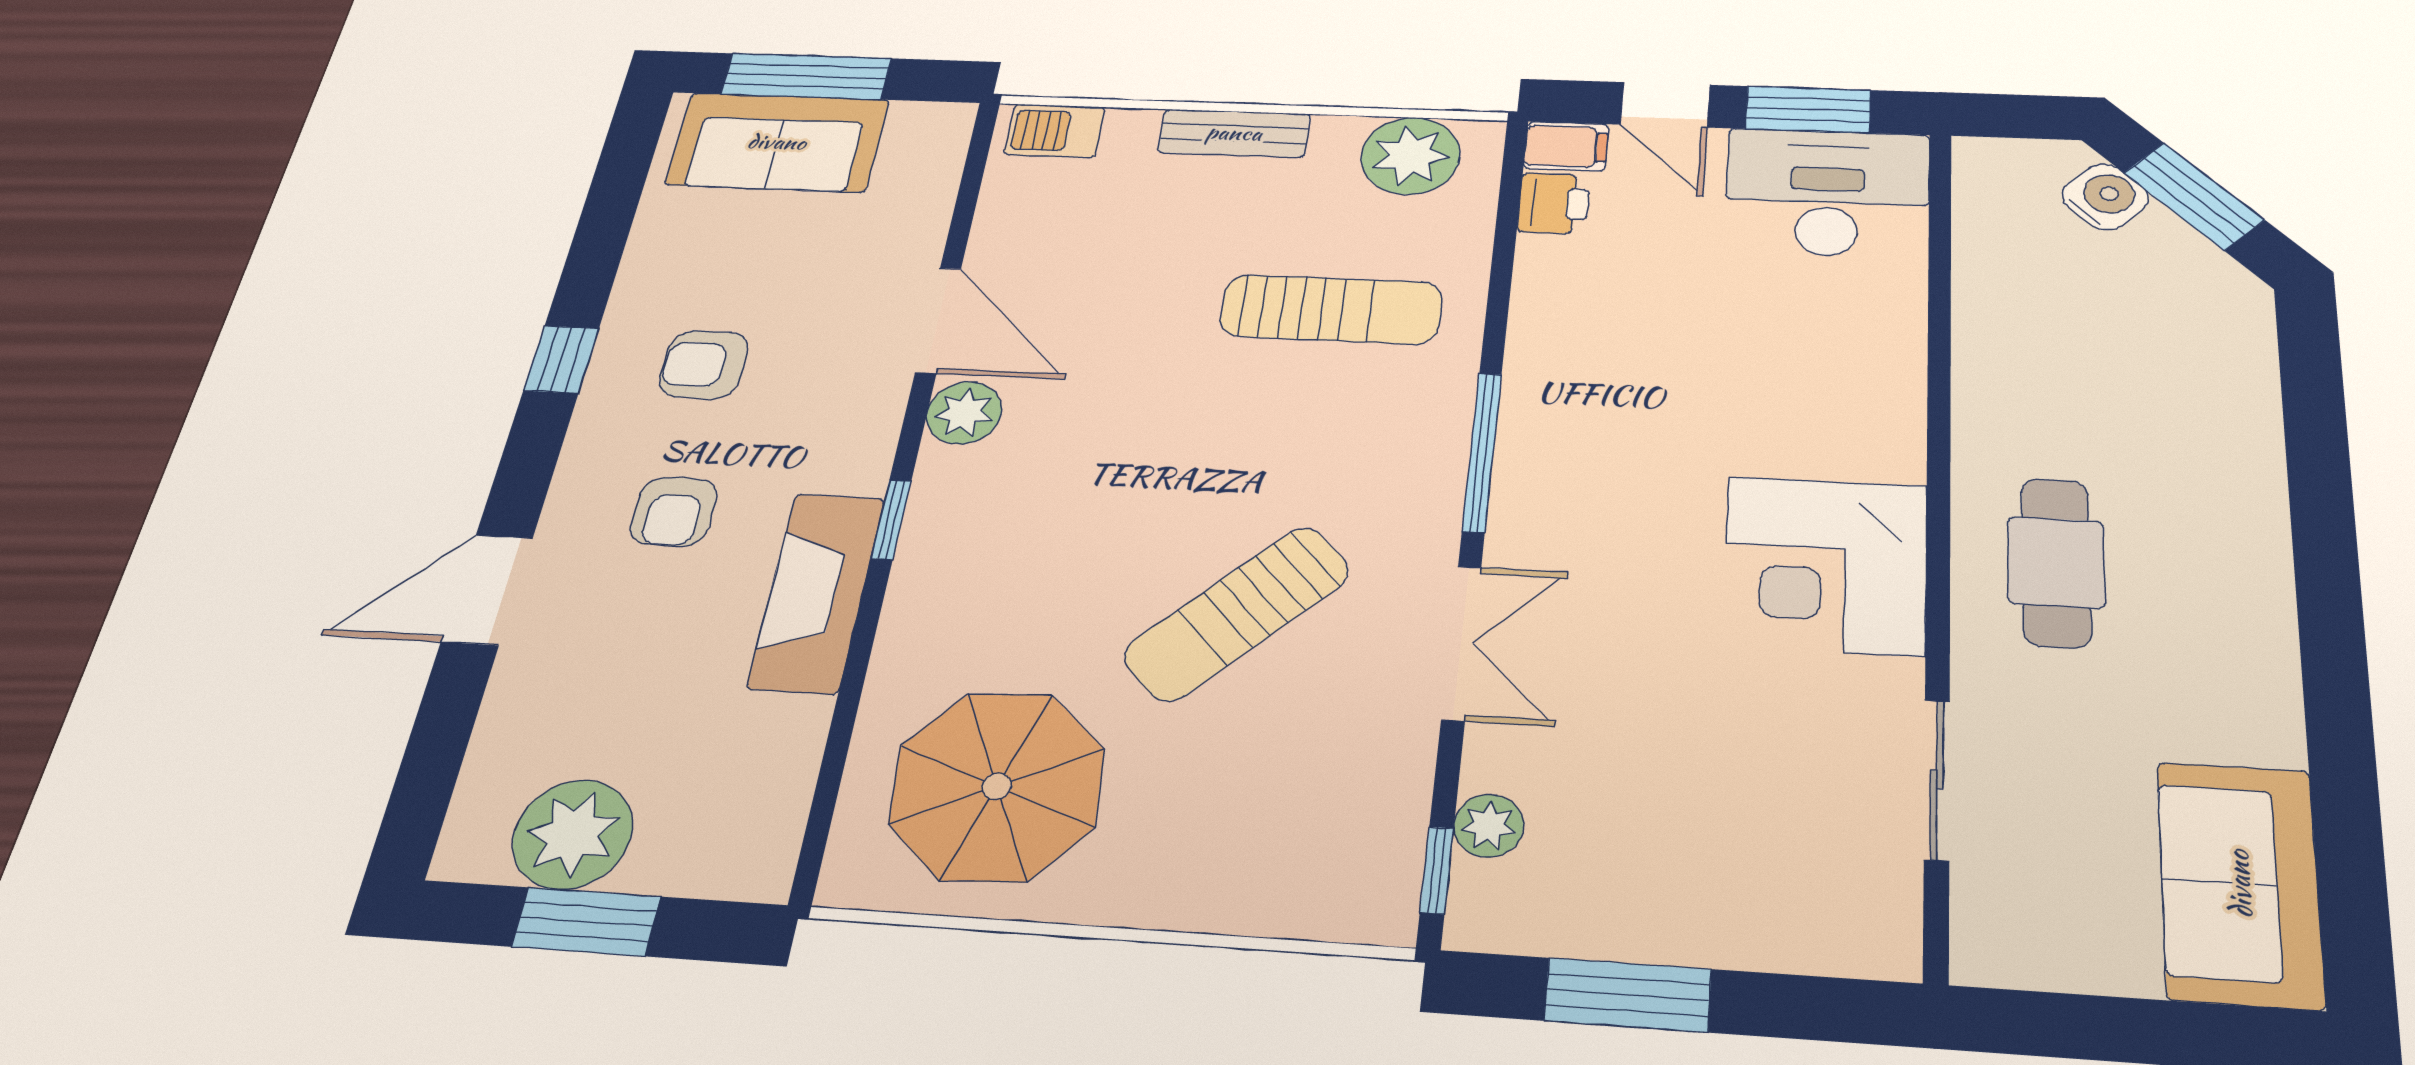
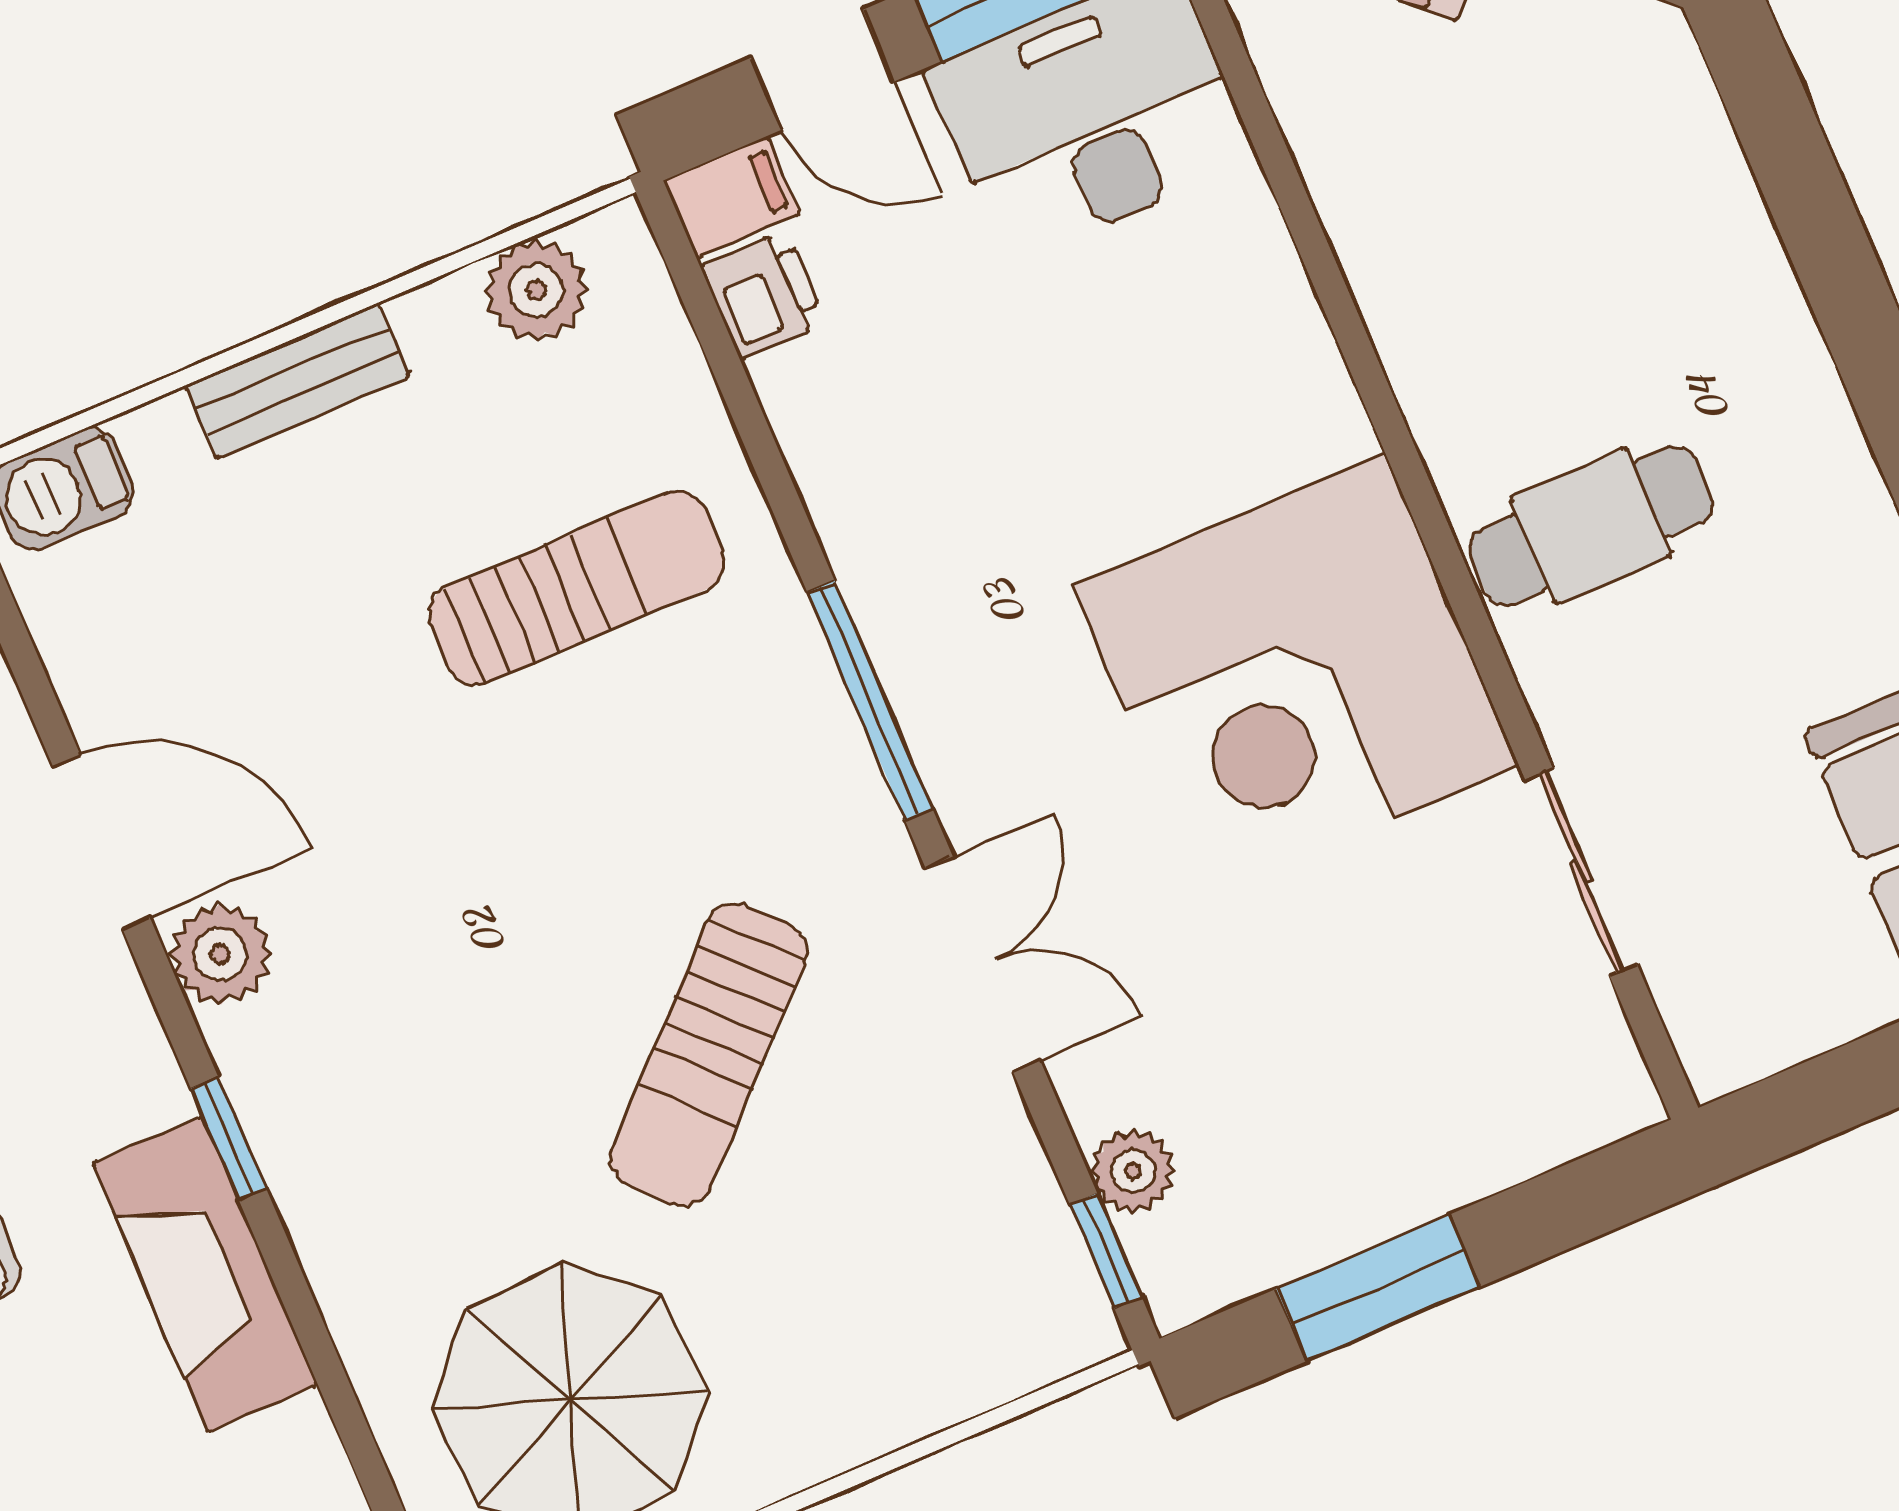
plant: (1410, 156) -> (536, 290), width x0.73, depth x0.73
cafe table: (2056, 562) -> (1591, 526), turned 90
corner desk: (1825, 565) -> (1296, 676), width x1.36, depth x1.36

